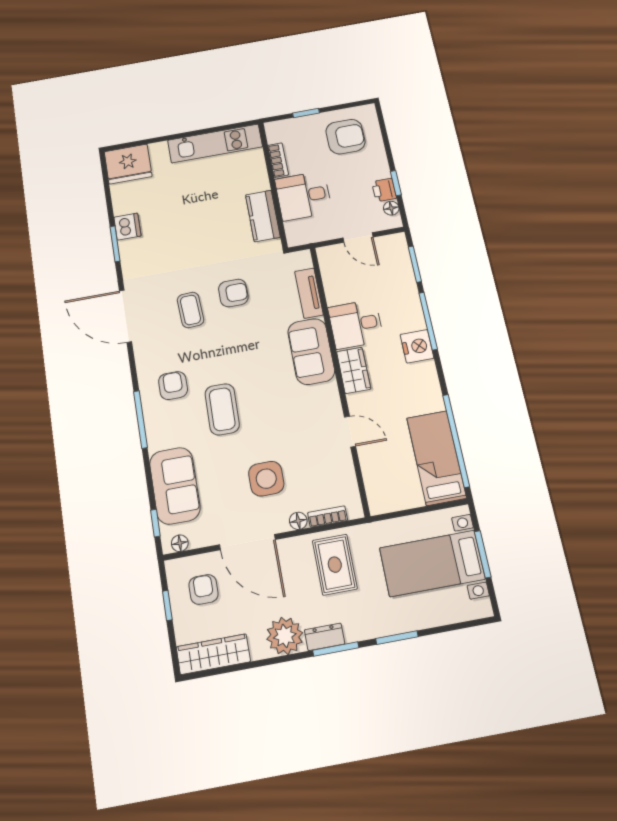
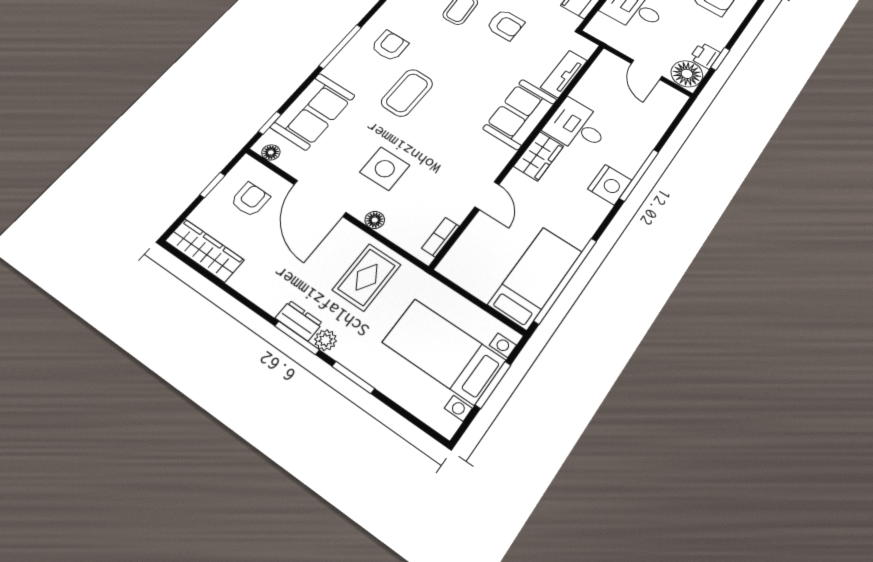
floor lamp: (391, 208) -> (687, 74), width x1.89, depth x1.89
window: (415, 264) -> (673, 126), removed
bookcase: (328, 517) -> (440, 237), moved, turned -90
plant: (285, 636) -> (326, 340), moved, width x0.53, depth x0.53

